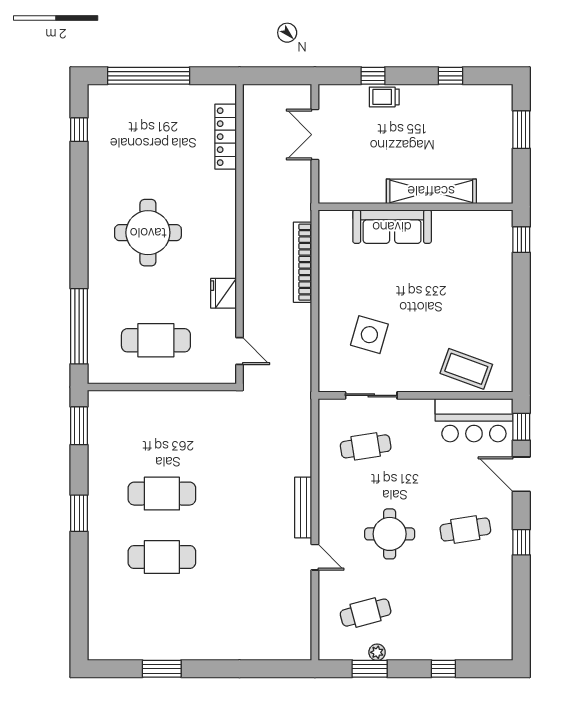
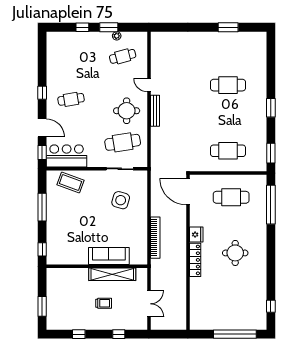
trolley: (384, 97) -> (104, 303), moved
locker: (226, 137) -> (195, 260), moved
shelving: (431, 191) -> (112, 274), moved
round table: (148, 233) -> (235, 253), width x0.73, depth x0.73
fridge: (223, 293) -> (196, 235), moved
window: (521, 321) -> (42, 207), added
door: (239, 351) -> (188, 192), width x1.88
cafe table: (366, 446) -> (123, 142), width x1.37, depth x1.35
cafe table: (162, 494) -> (228, 151), moved
round table: (390, 534) -> (127, 111), moved
window: (370, 669) -> (109, 27), moved

